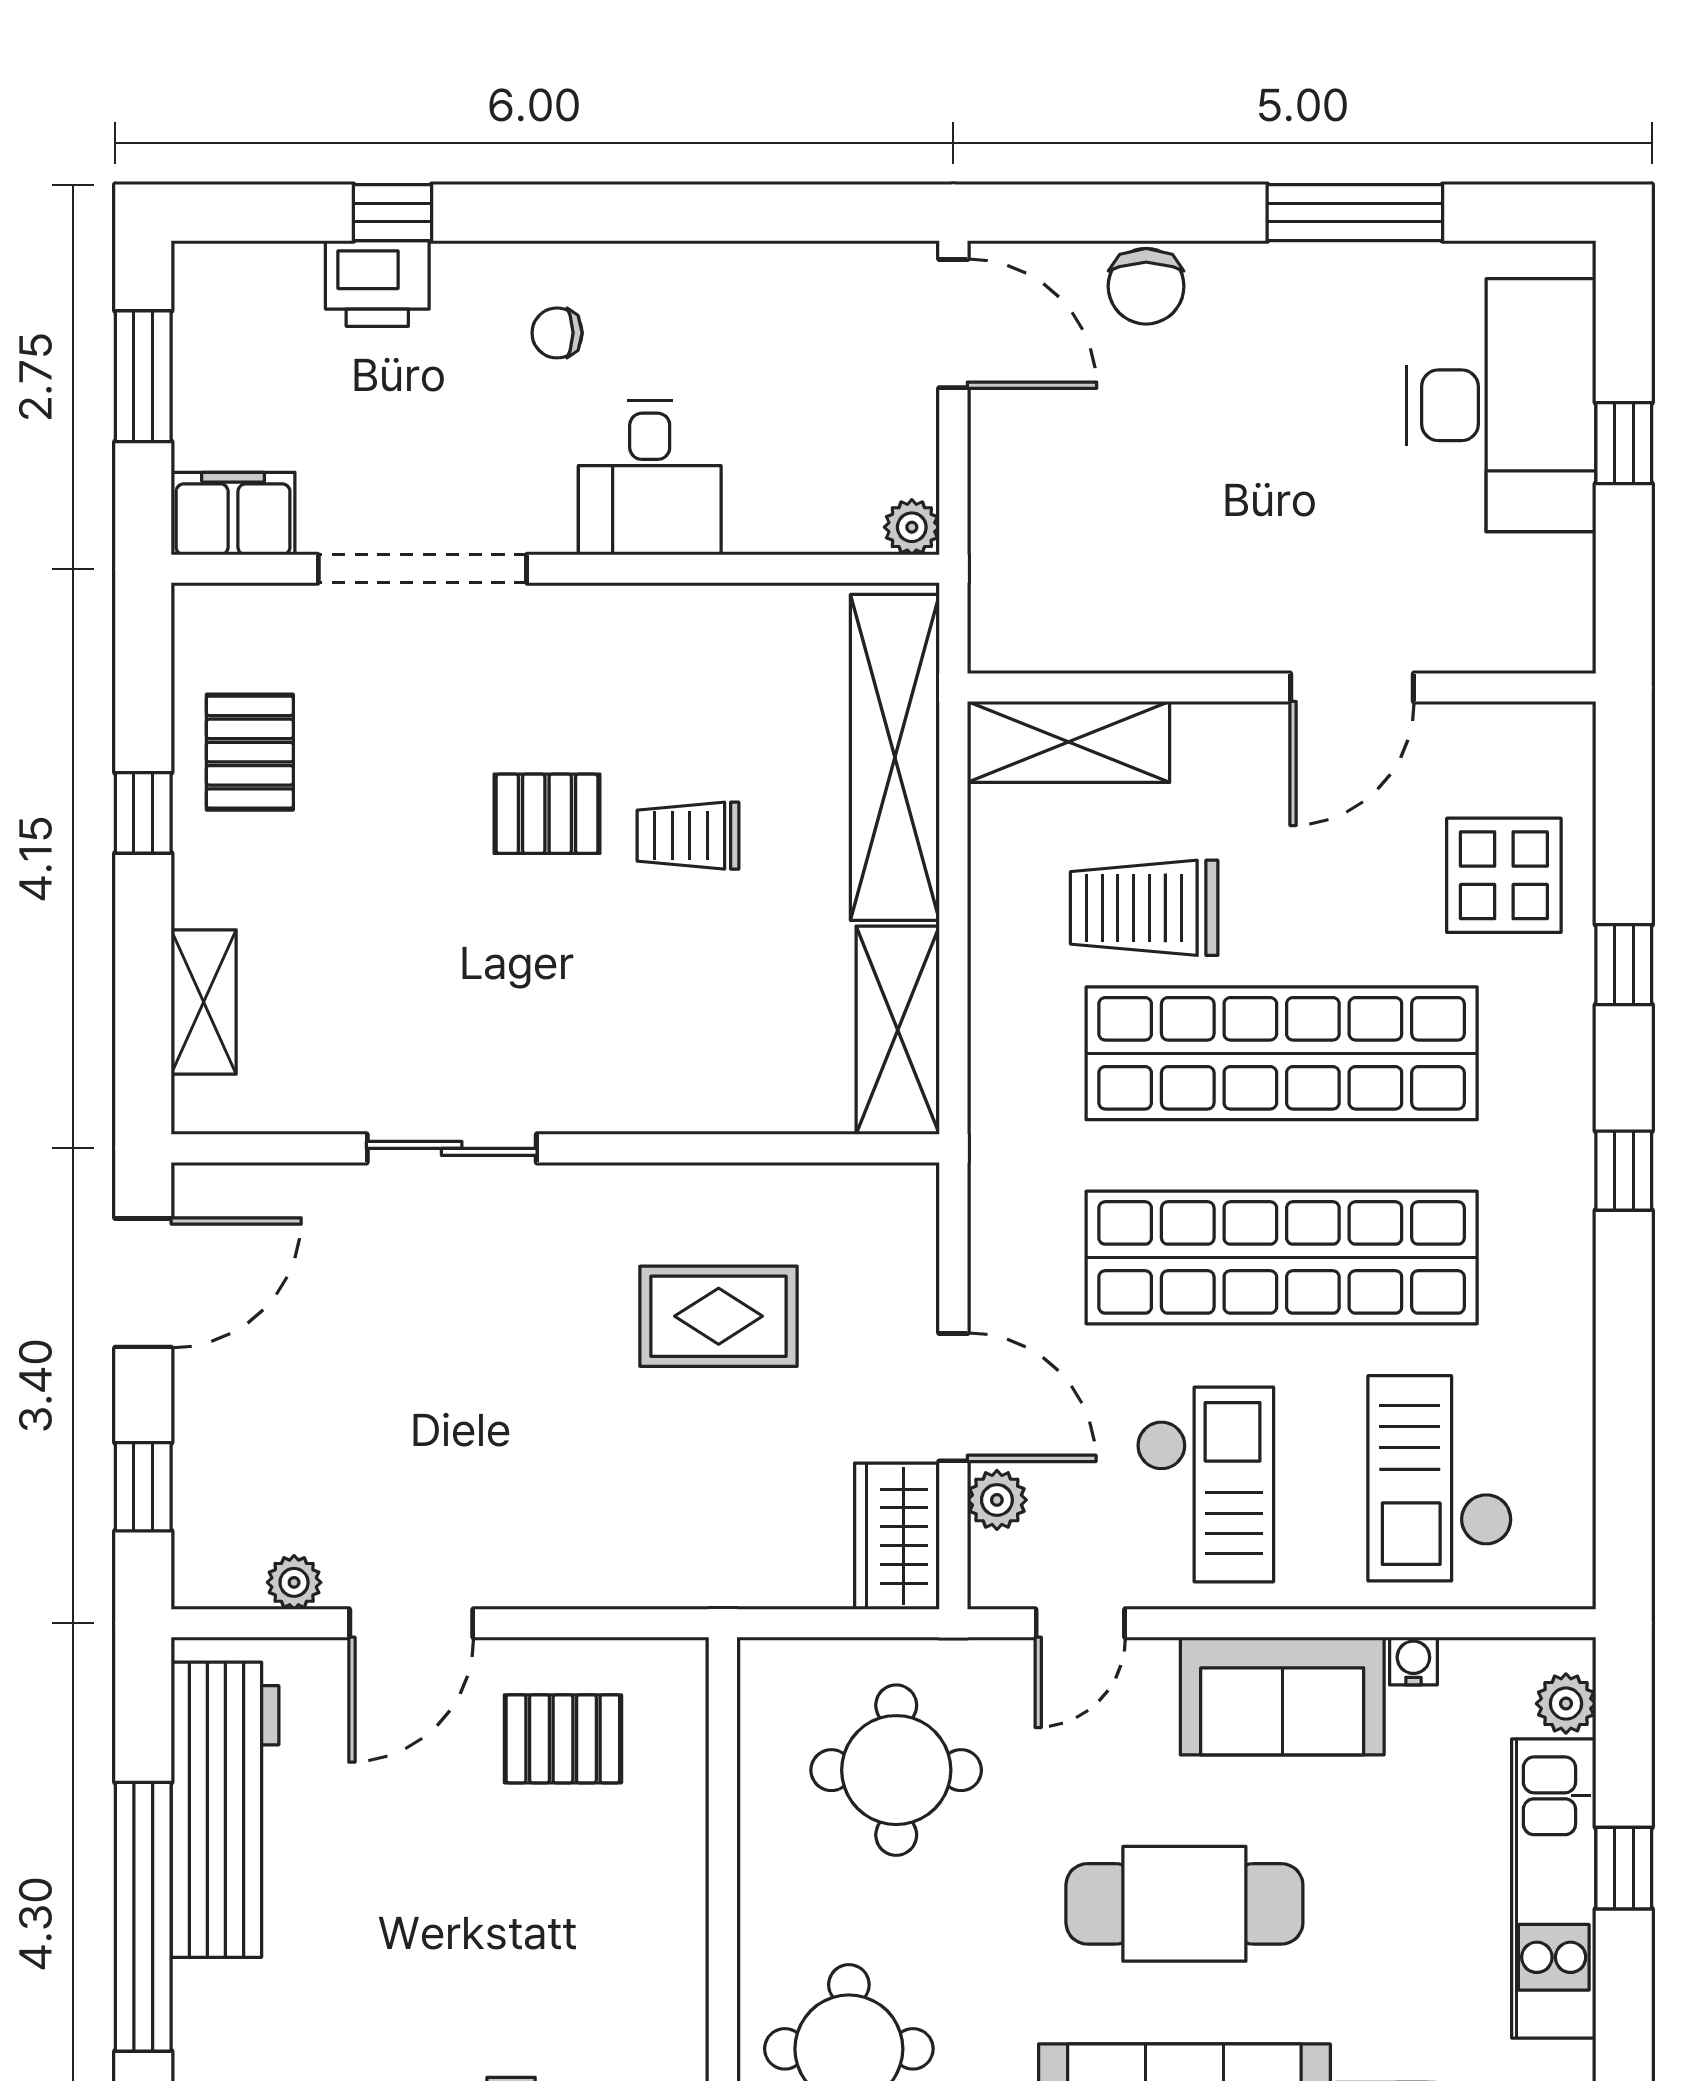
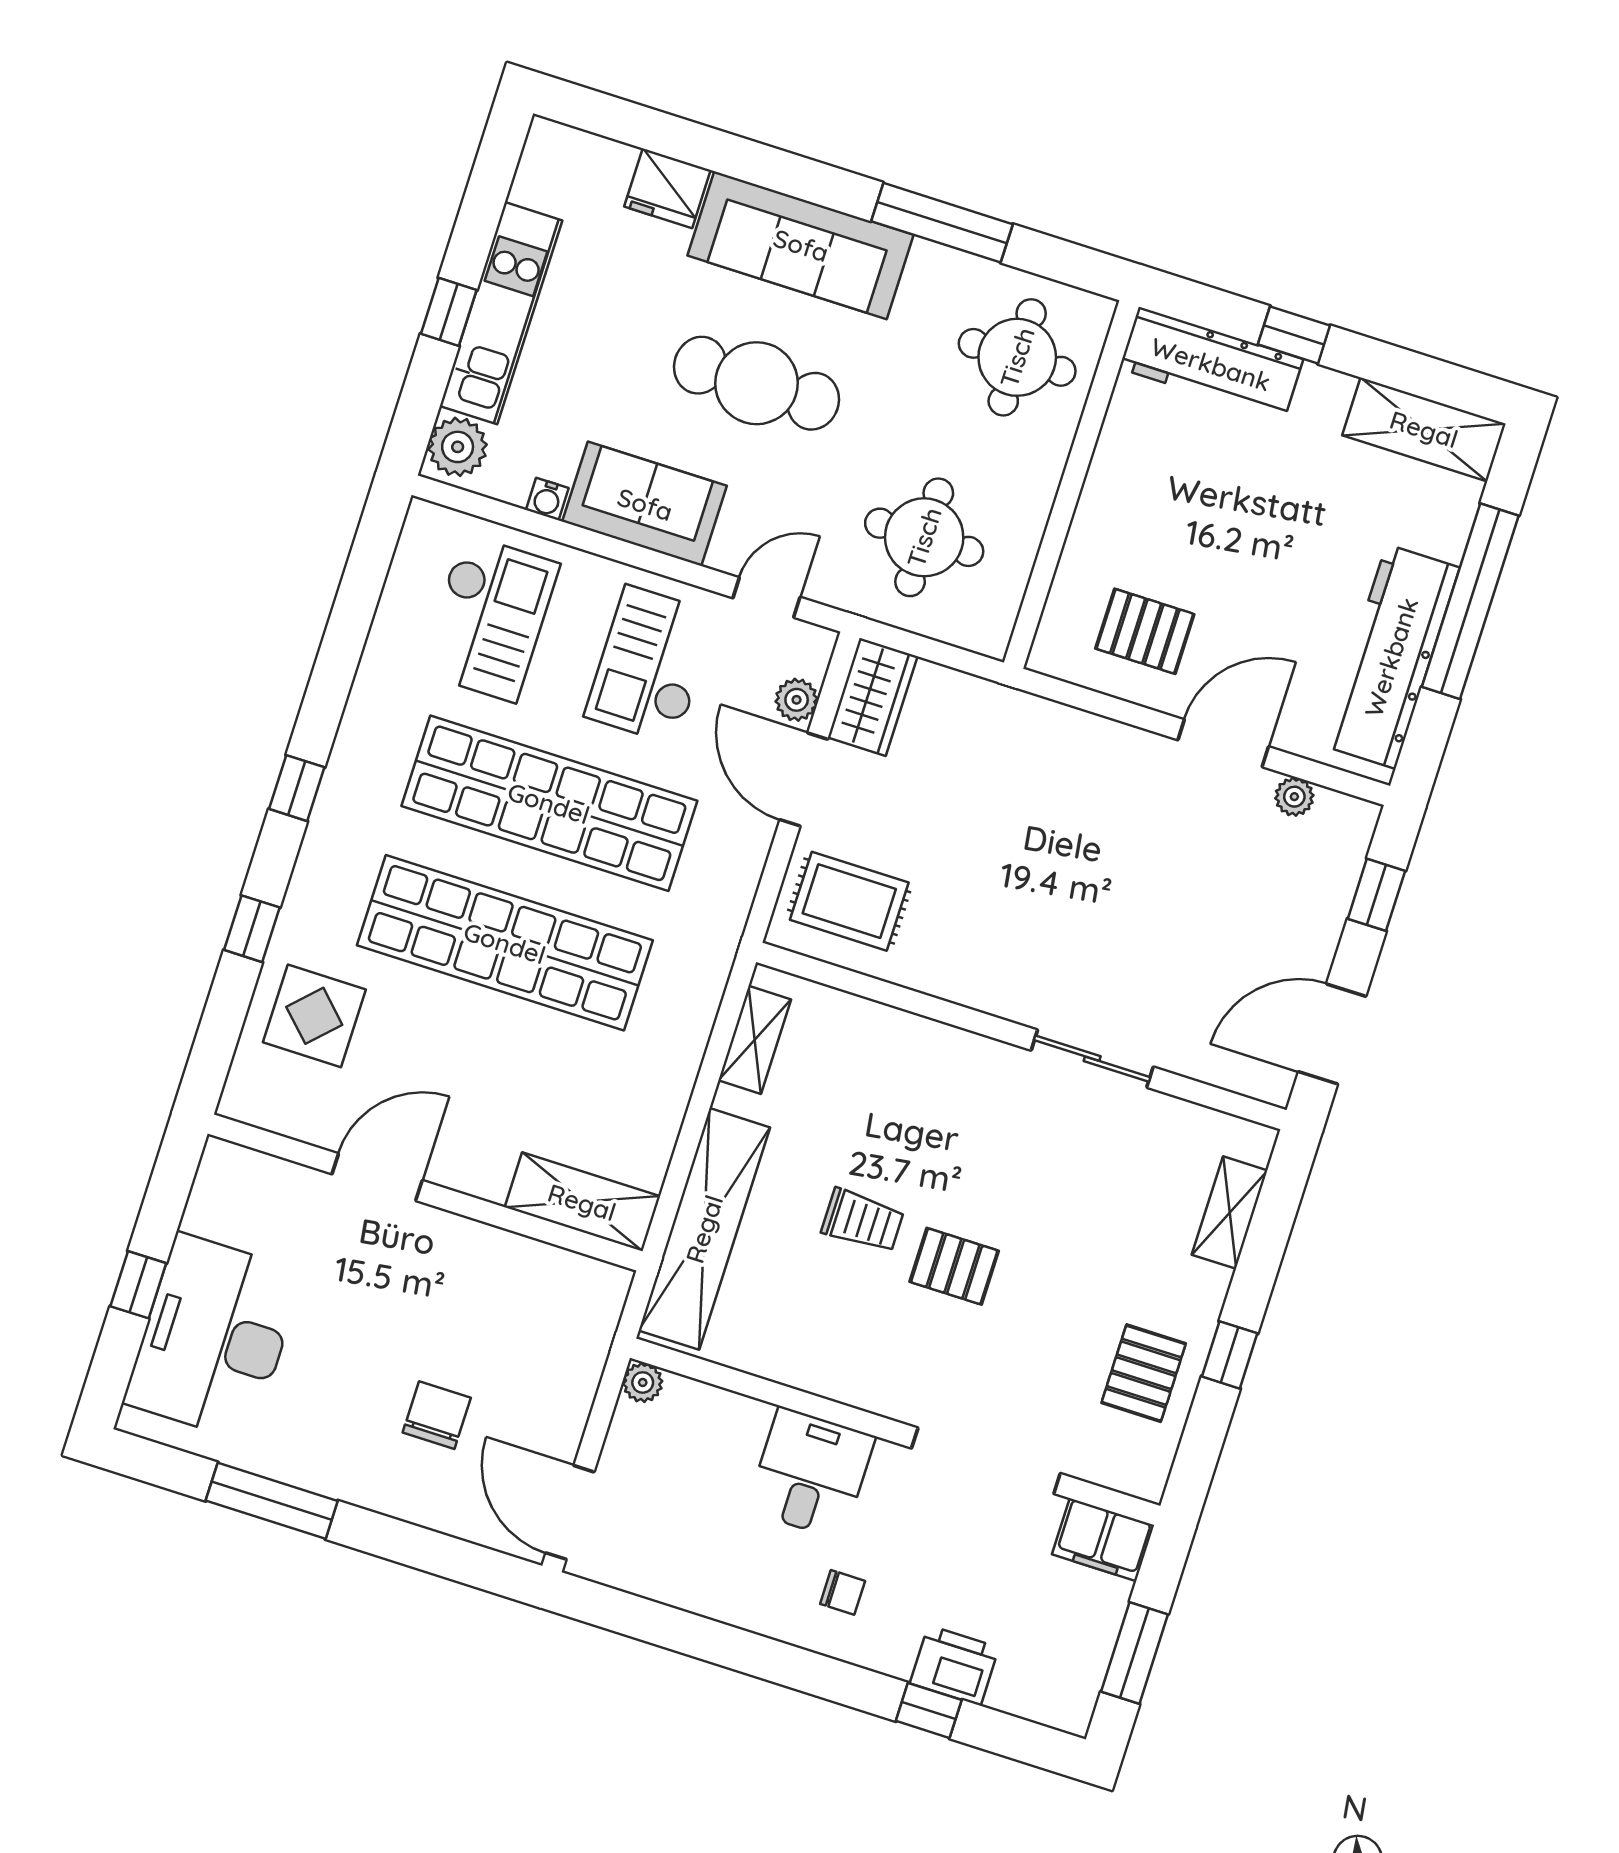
chair: (1146, 286) -> (437, 1415), moved
trolley: (1144, 908) -> (567, 1072), removed
shelving: (898, 1030) -> (755, 1040), width x0.67, depth x0.75
rug: (719, 1316) -> (849, 901), moved
plant: (1566, 1704) -> (458, 447), width x1.38, depth x1.38

